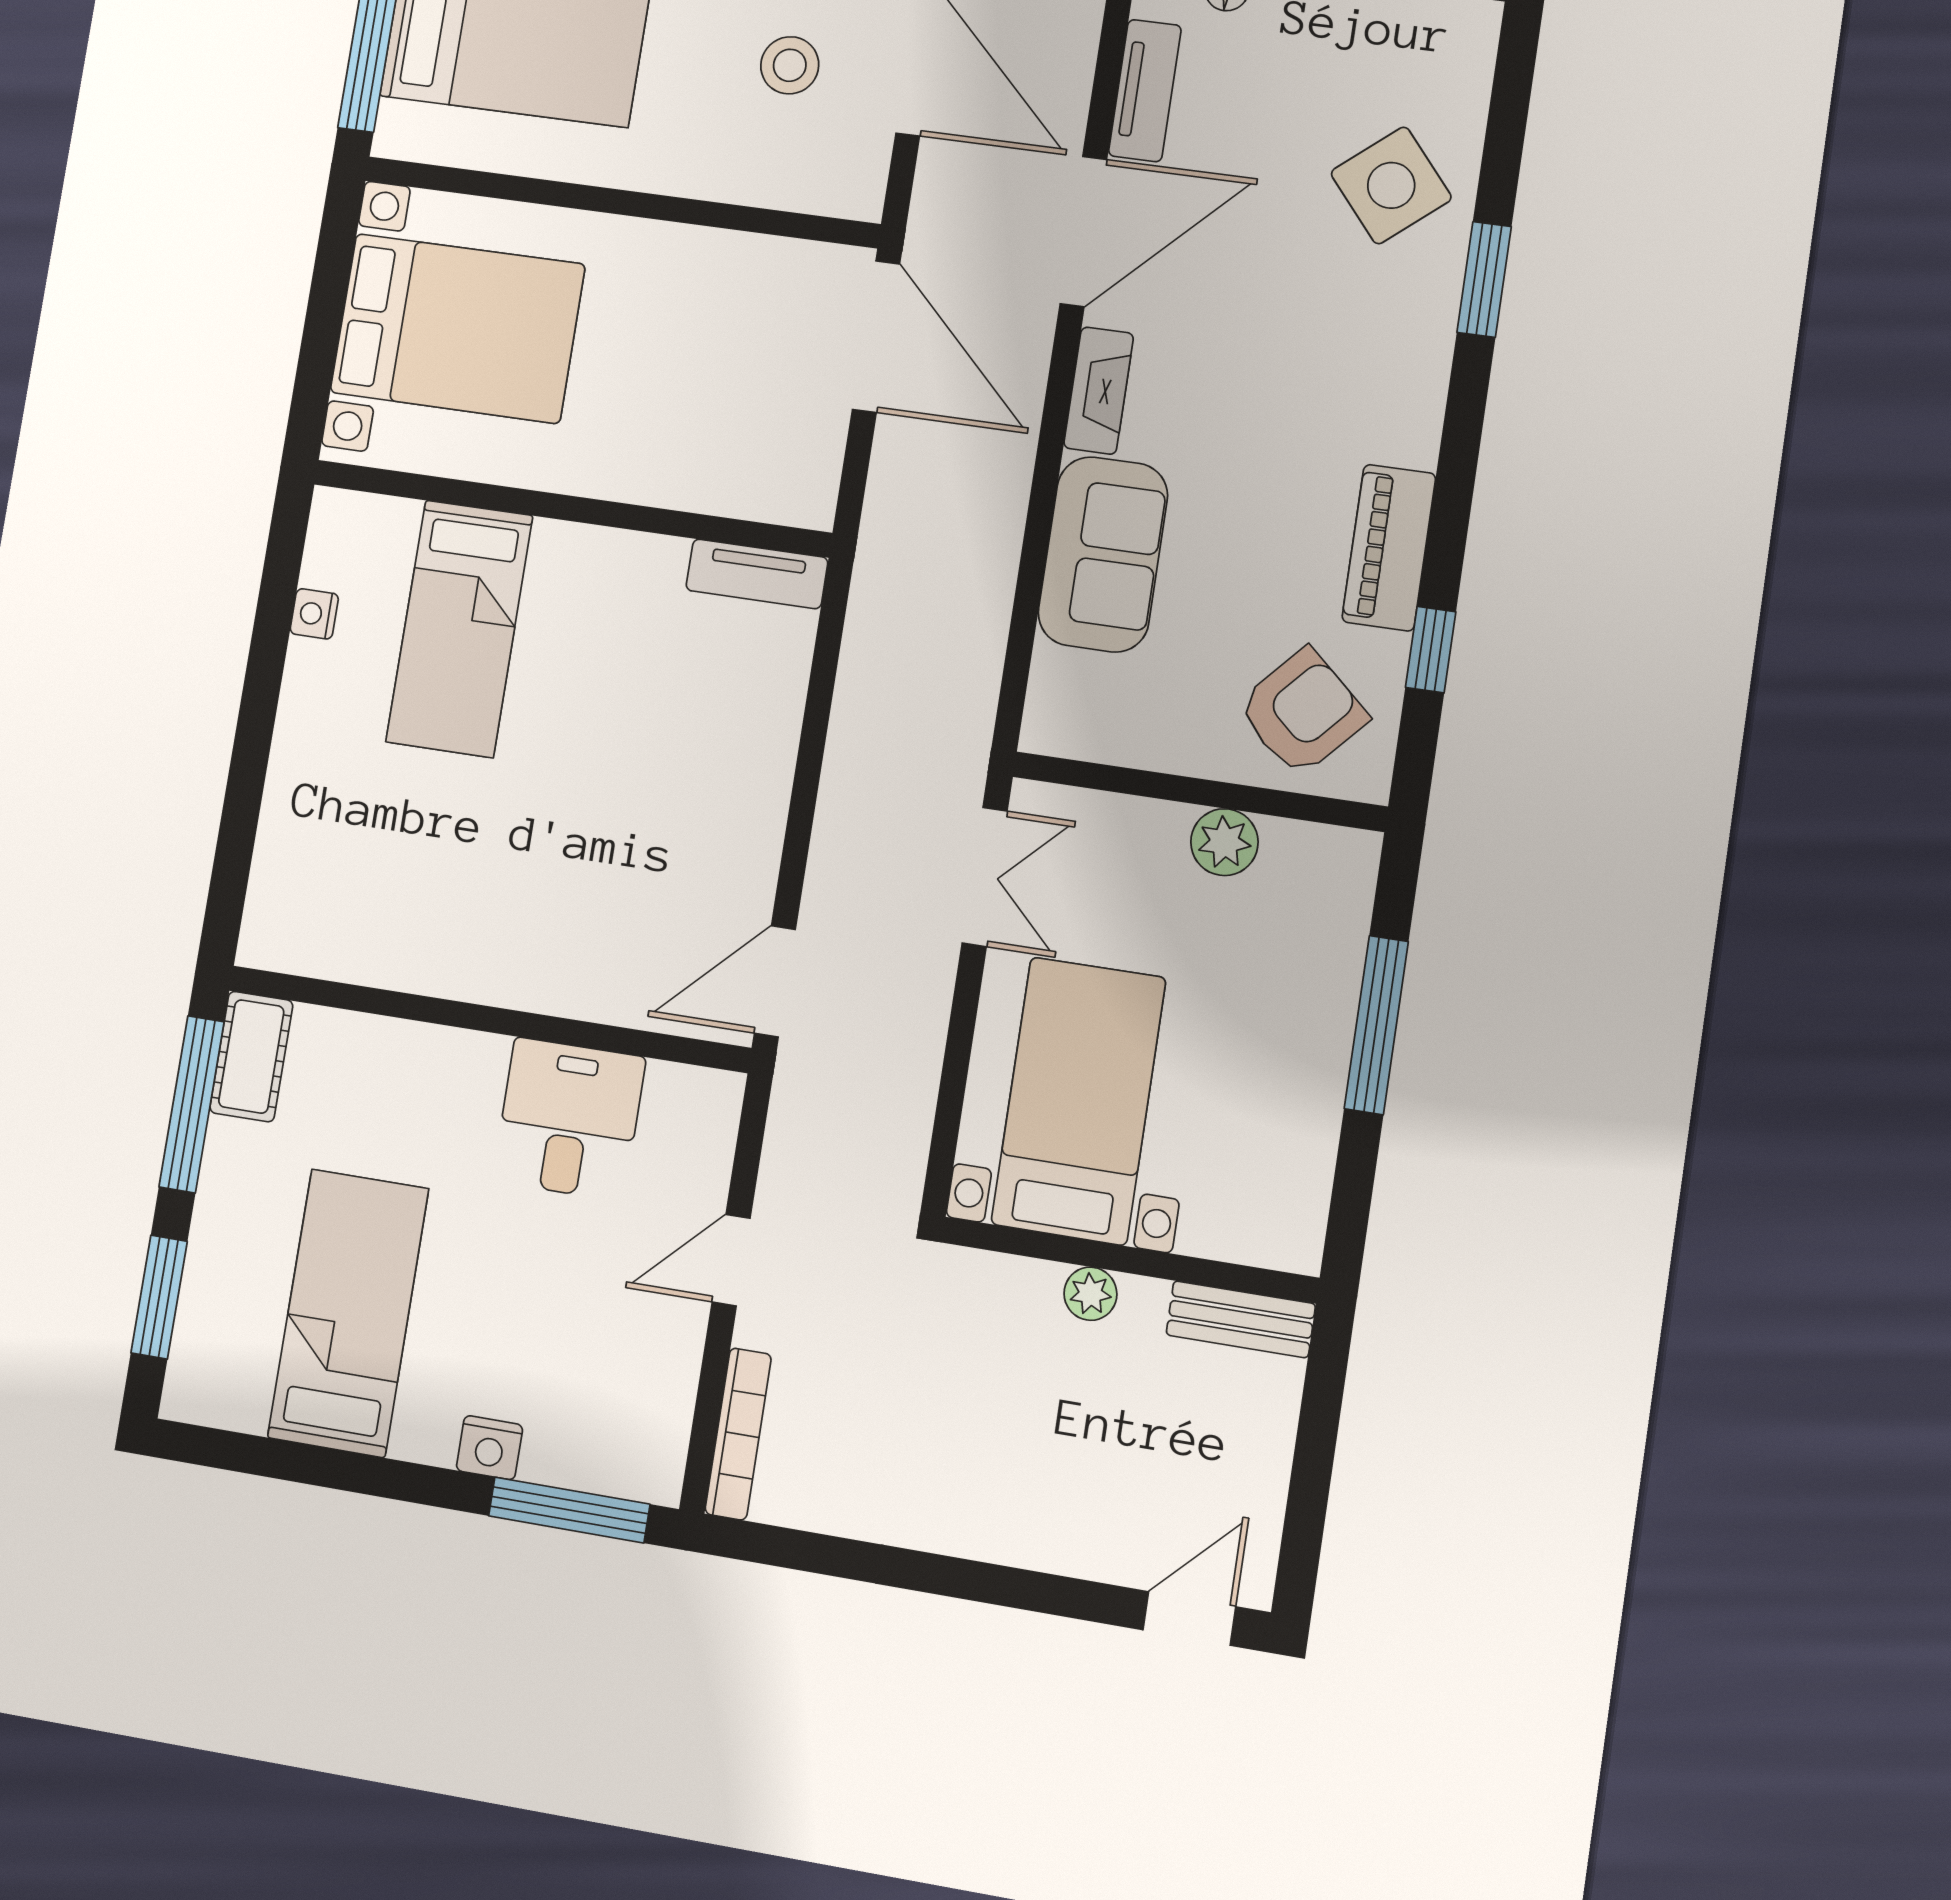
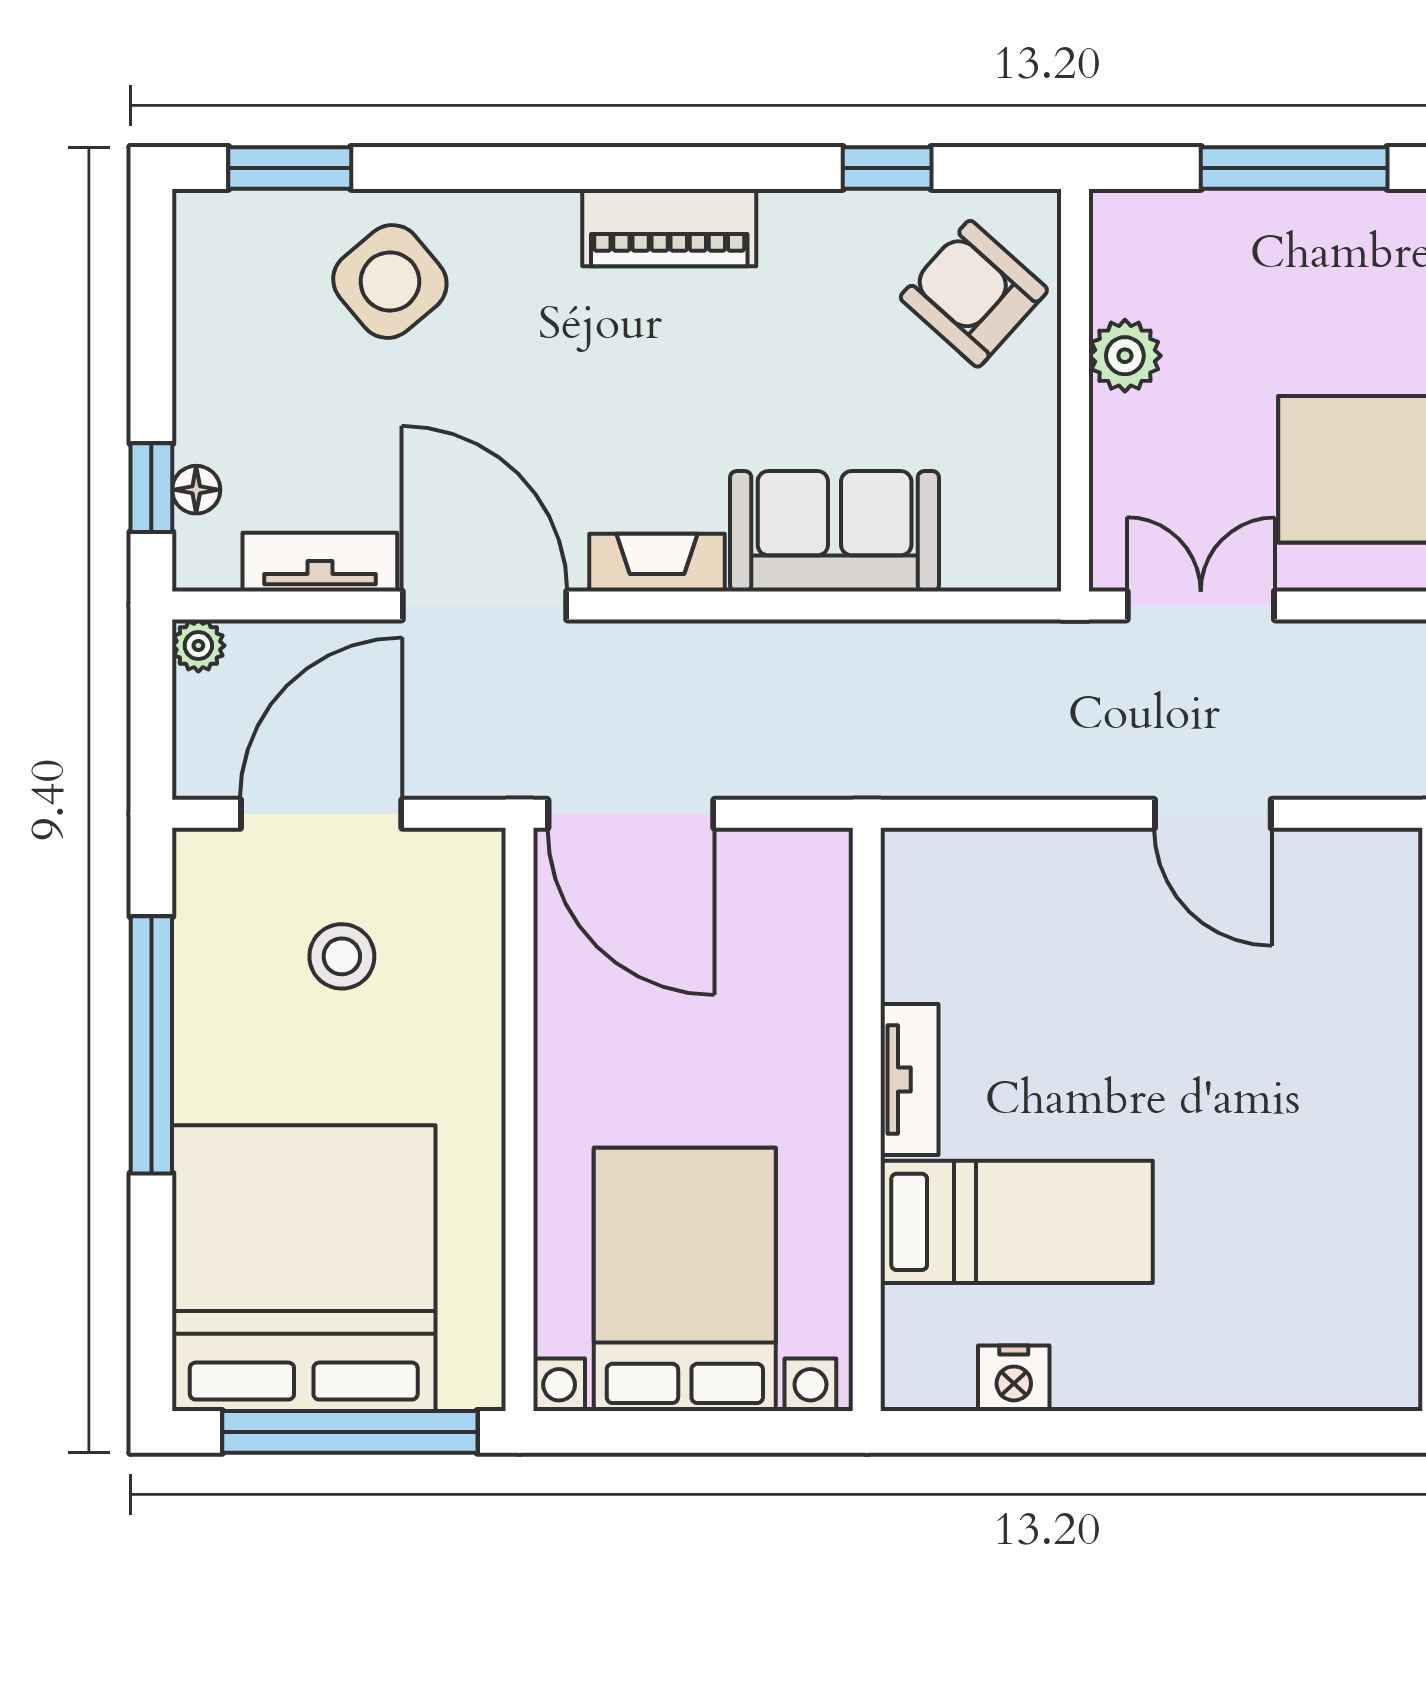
window: (1484, 279) -> (290, 168), moved
door: (876, 337) -> (631, 814), swing flipped
piano: (1389, 548) -> (669, 228), moved
tv unit: (757, 574) -> (909, 1080), moved
nightstand: (314, 614) -> (1014, 1378), width x1.39, depth x1.35
door: (775, 981) -> (1213, 814), moved

